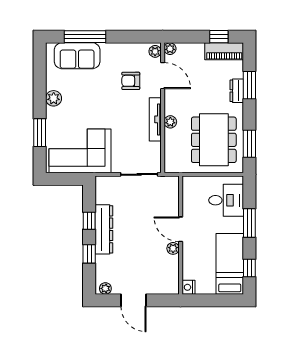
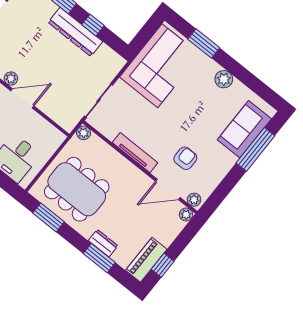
plant: (170, 122) -> (84, 133), moved

